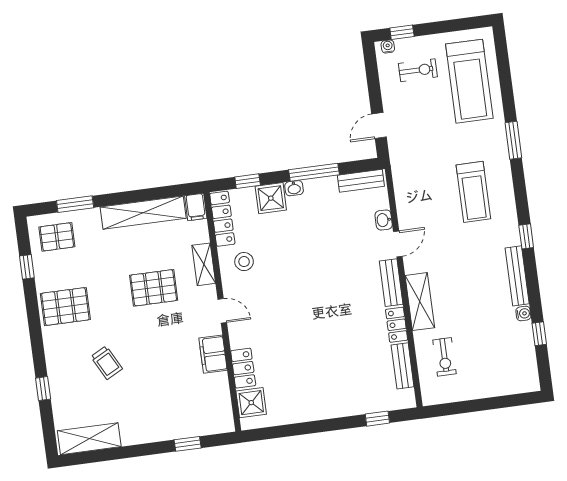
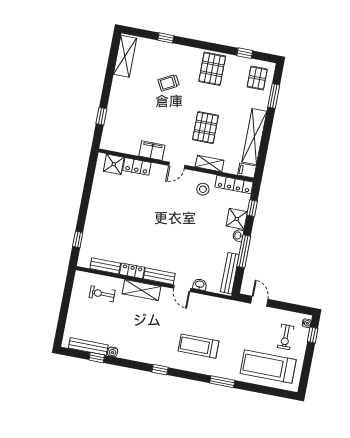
bench: (361, 181) -> (230, 273), width x1.36
bench: (517, 276) -> (88, 346), moved

